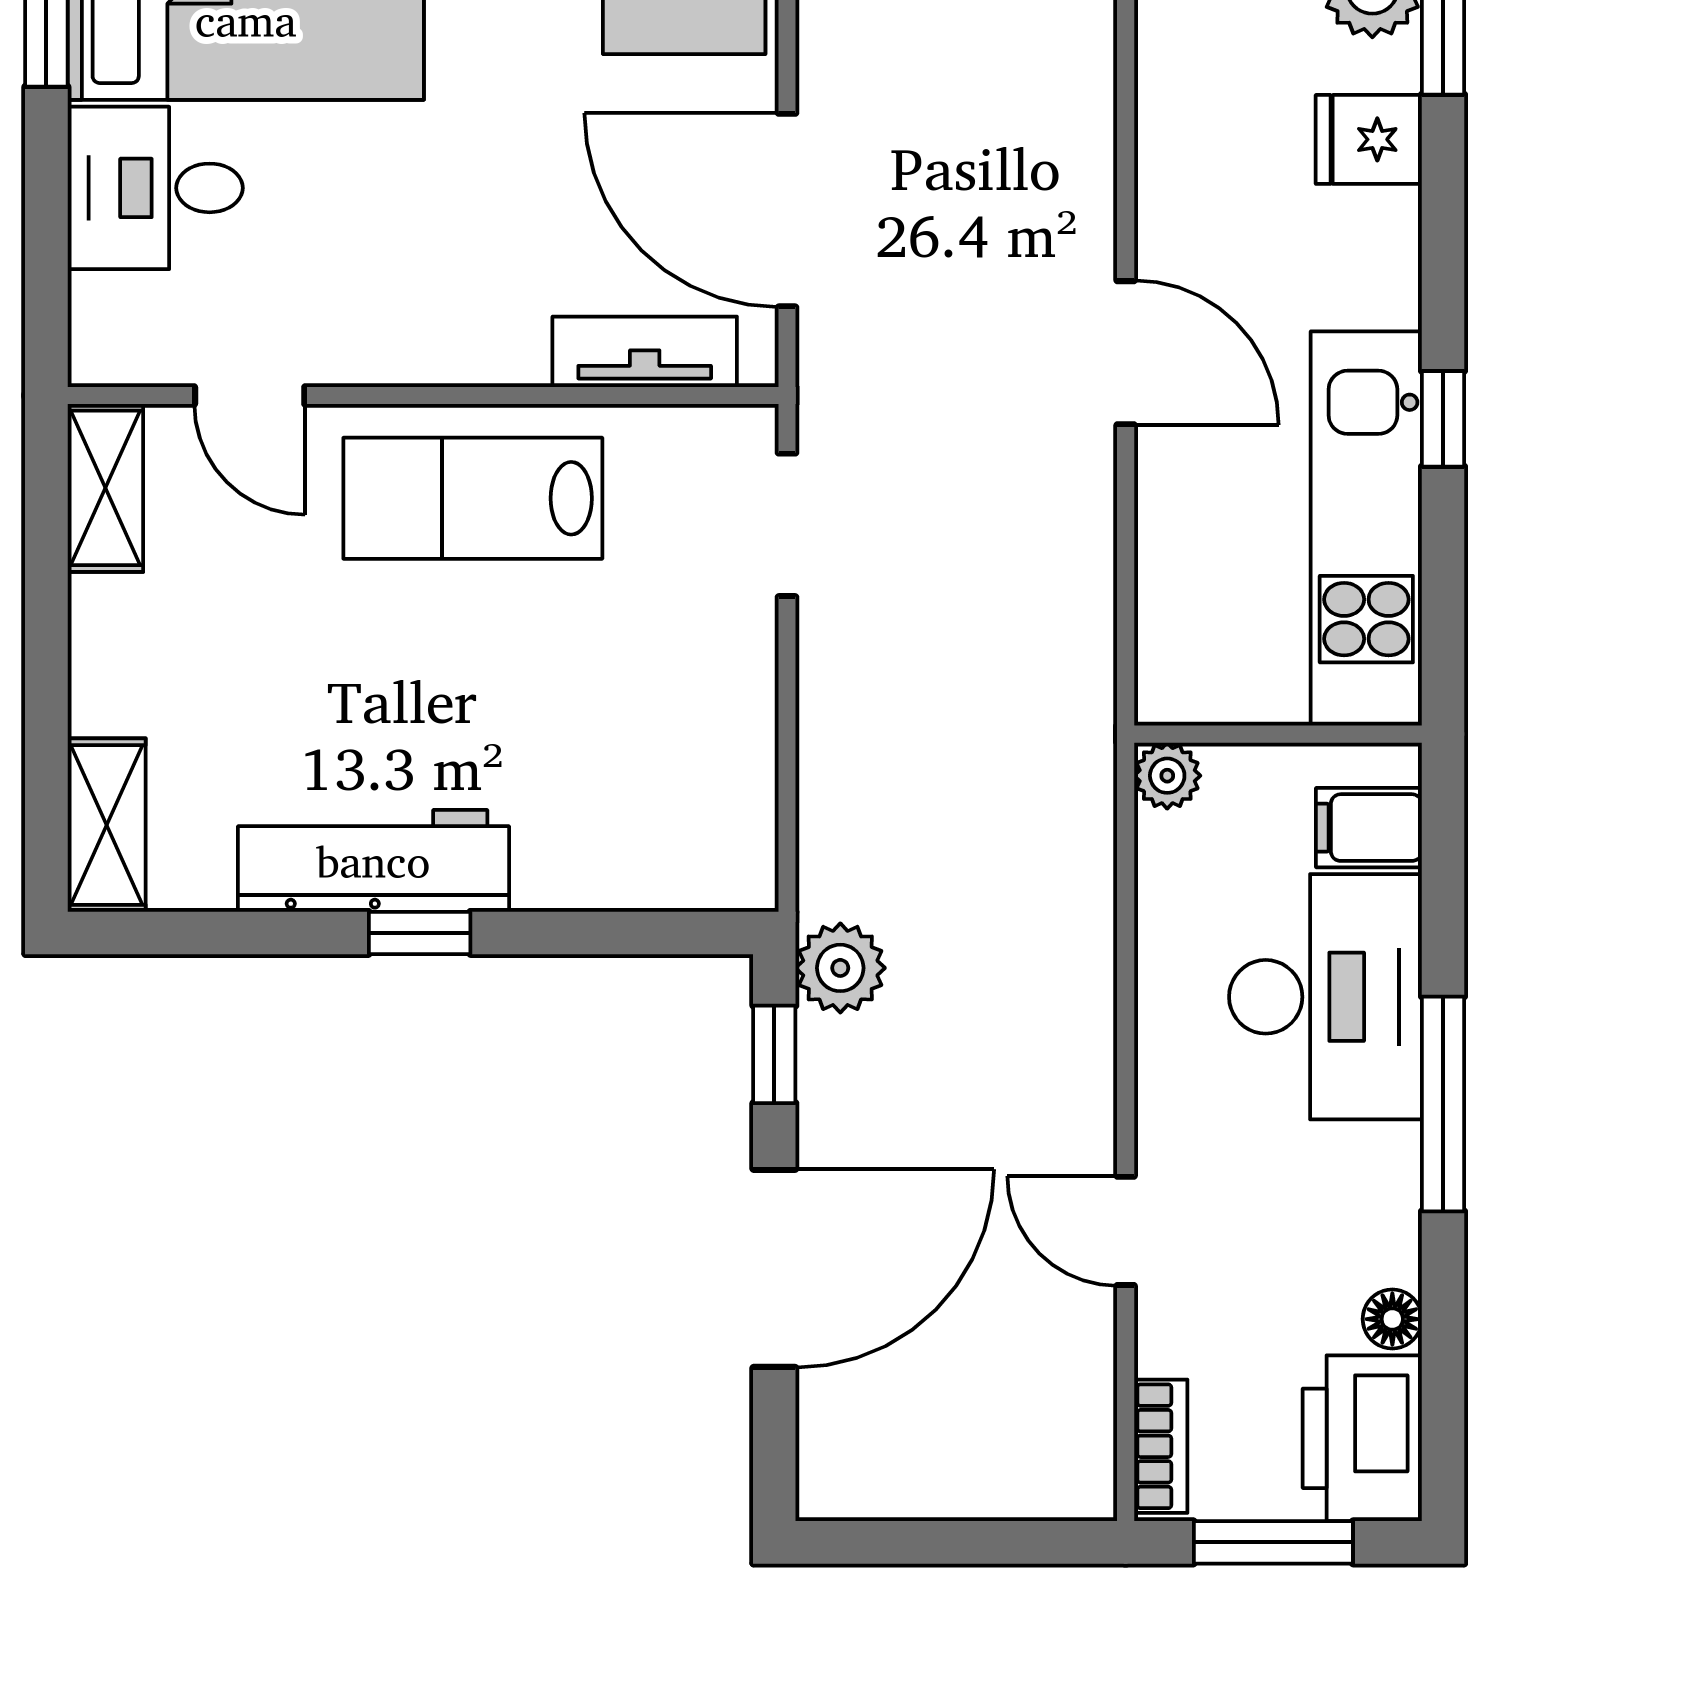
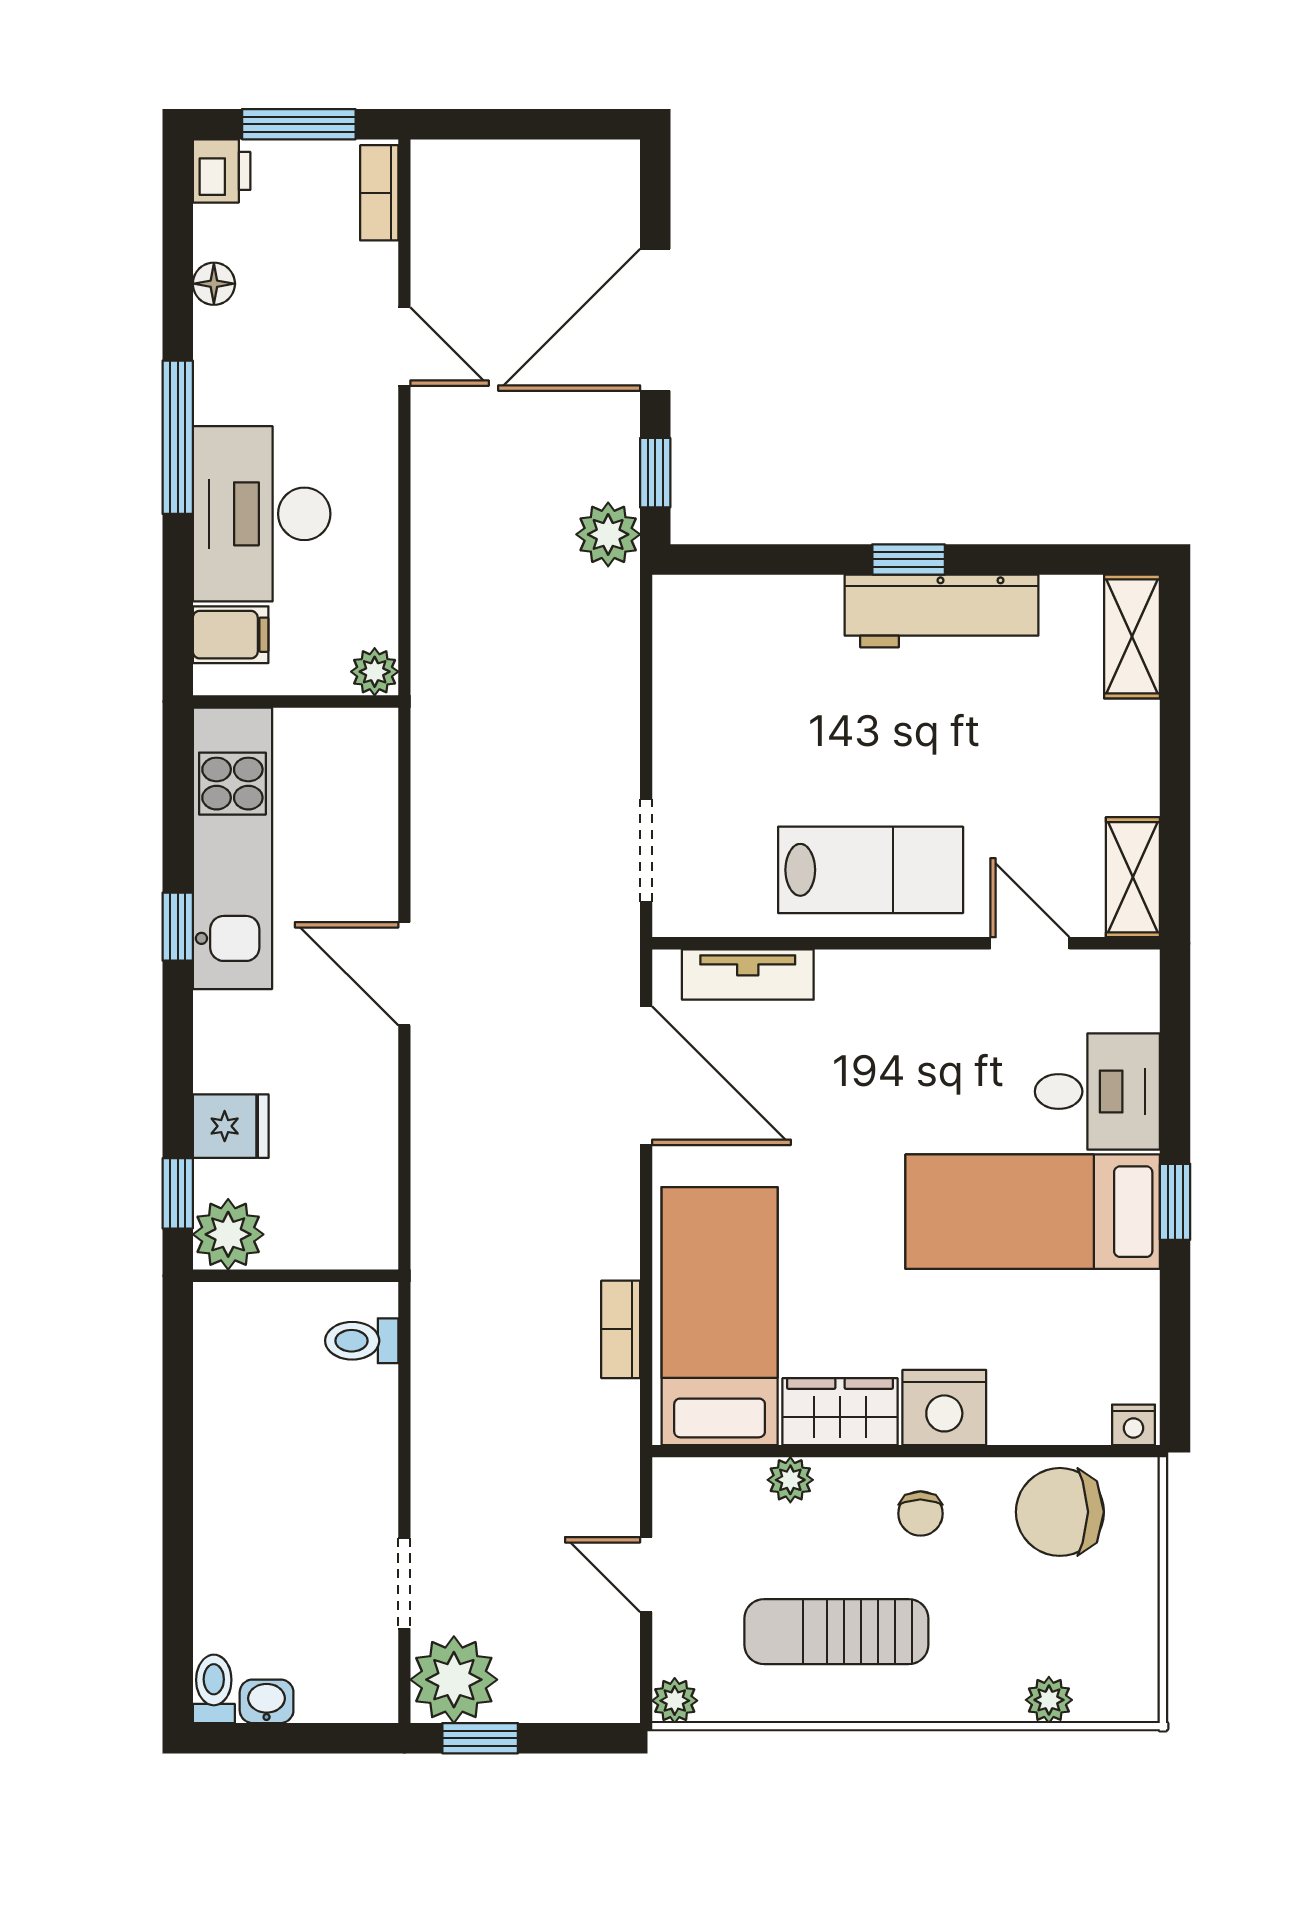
printer: (1362, 1438) -> (222, 171), width x0.53, depth x0.68

